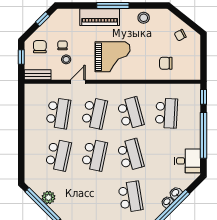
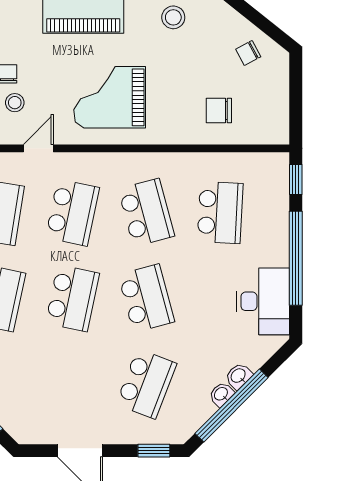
grand piano: (112, 57) -> (110, 97), turned 180
desk: (188, 161) -> (263, 301), width x1.37
school desk: (130, 197) -> (146, 384), turned 30

